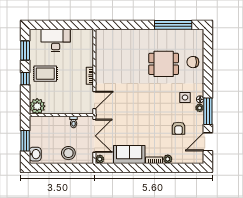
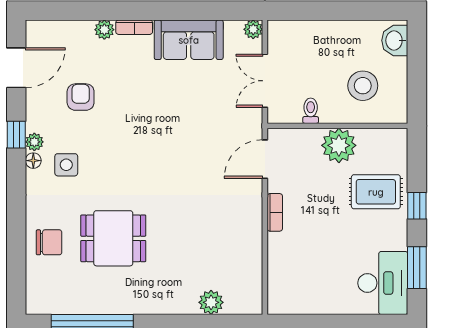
plant: (119, 35) -> (211, 302), added
desk: (56, 40) -> (383, 283), moved, turned -90
rug: (45, 74) -> (376, 192), moved
plant: (37, 106) -> (339, 145), moved
window: (208, 111) -> (16, 135), width x0.46
double door: (94, 136) -> (265, 81), width x0.73
window: (25, 141) -> (417, 70), removed
stool: (68, 153) -> (363, 86), moved

